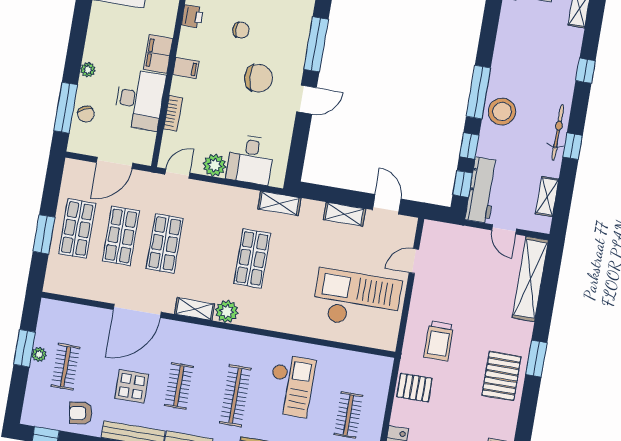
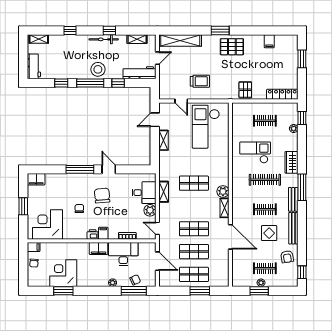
printer: (192, 16) -> (93, 234), moved
window: (463, 184) -> (61, 83), moved
shelving: (279, 203) -> (164, 192), moved
trolley: (439, 341) -> (200, 81), moved

